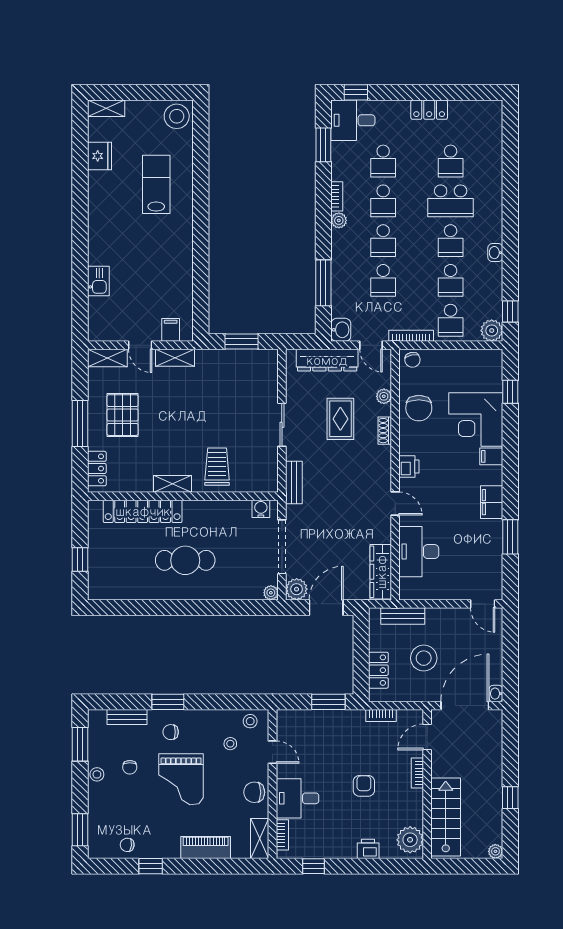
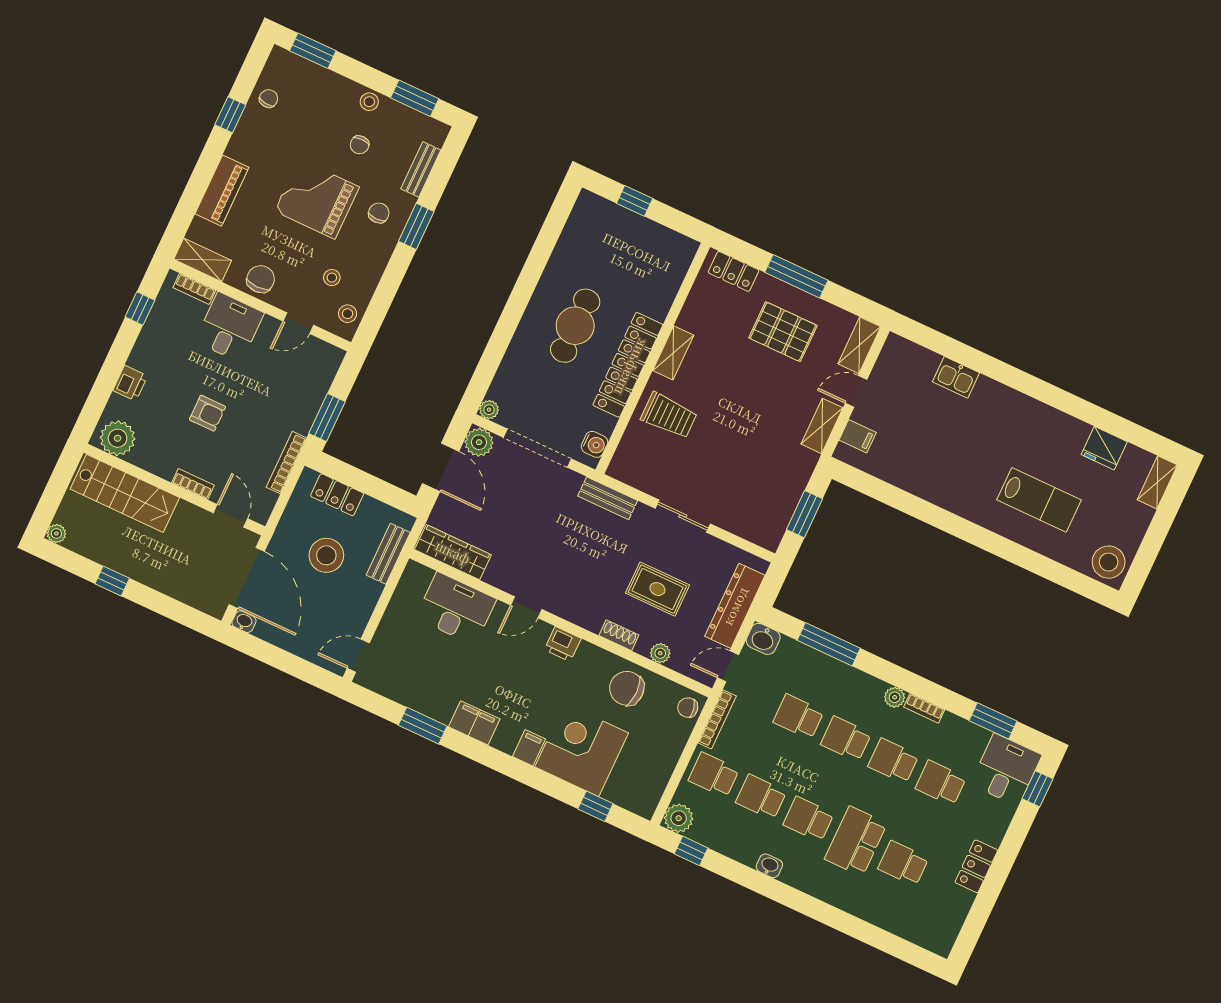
locker: (143, 511) -> (628, 365), moved
bookcase: (381, 716) -> (286, 463), width x1.56
chair: (130, 767) -> (360, 145), turned -90

